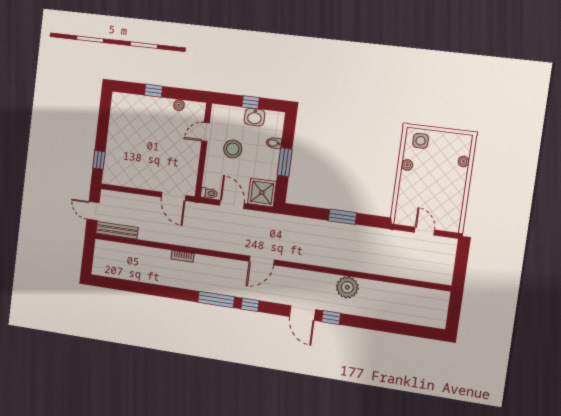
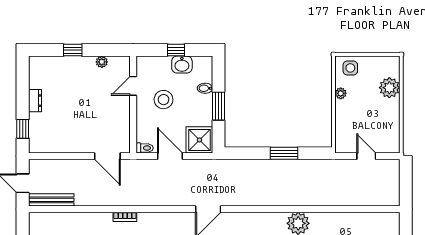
dresser: (113, 135) -> (35, 101), added
plant: (464, 161) -> (389, 88), width x1.88, depth x1.88

